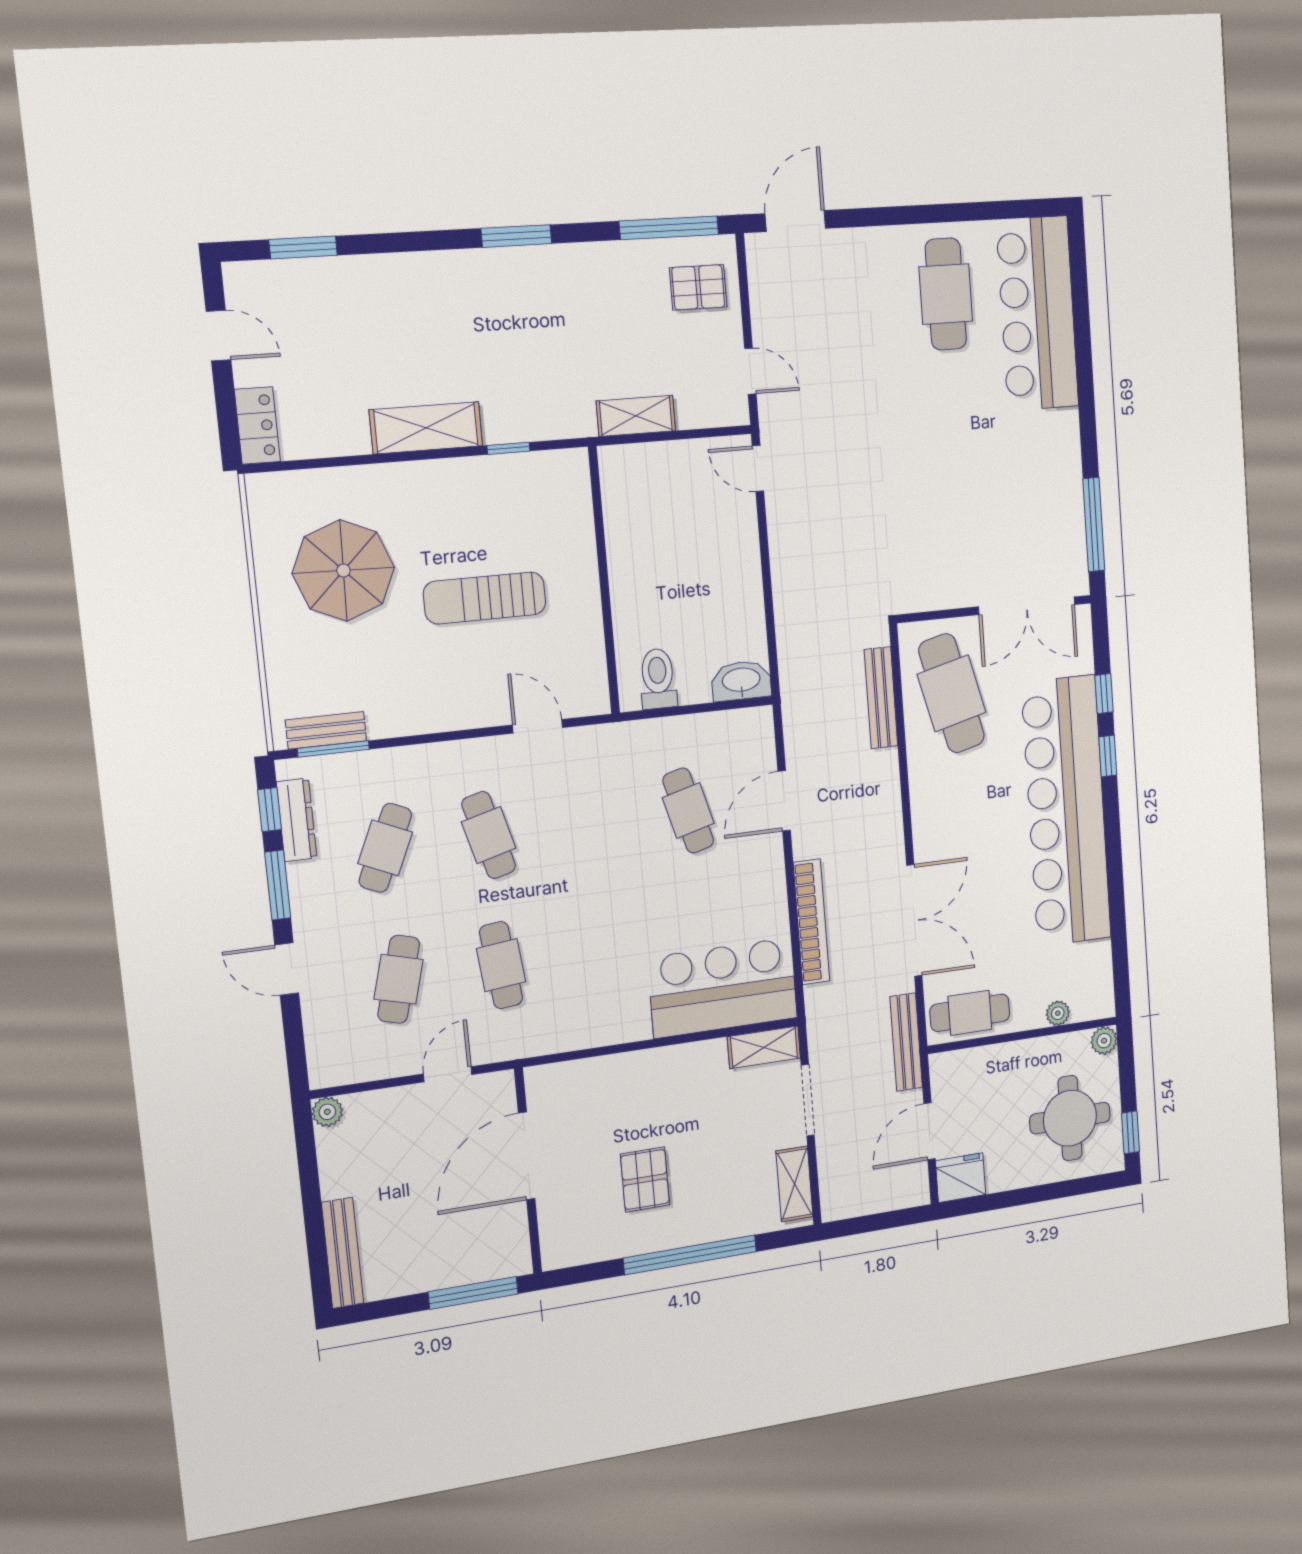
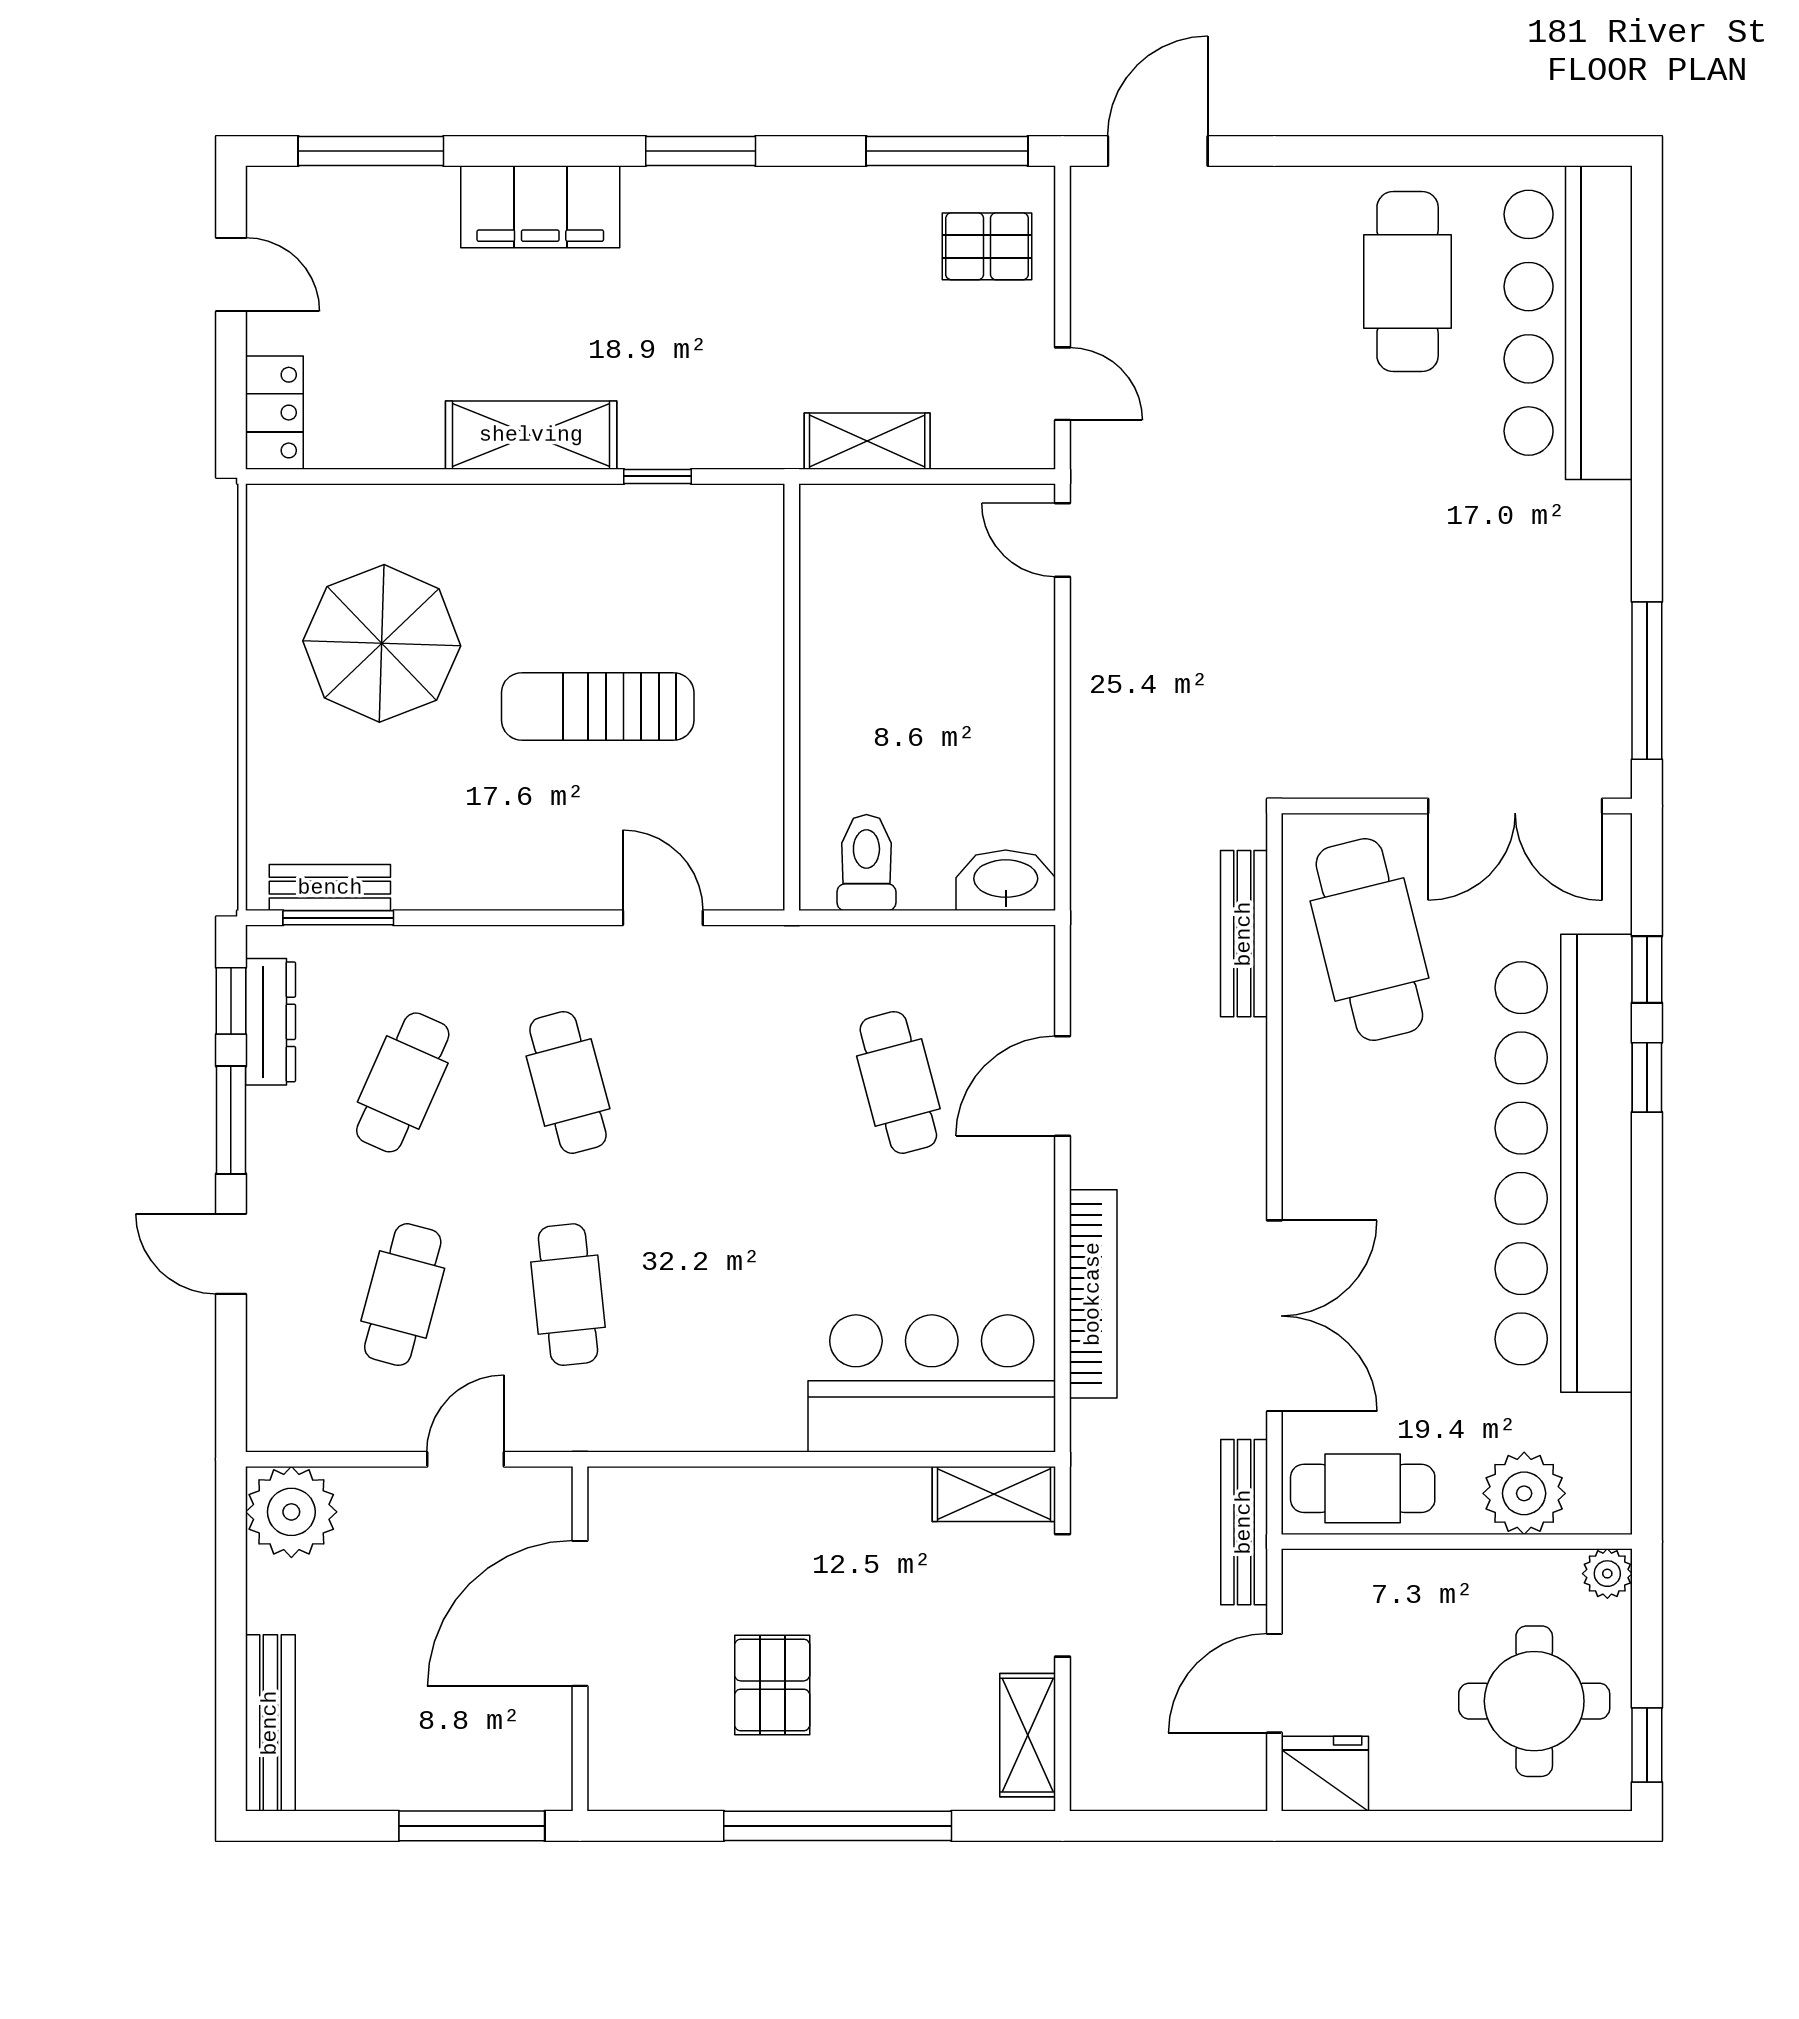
window: (303, 247) -> (371, 151), width x1.44
filing cabinet: (418, 278) -> (540, 207), added
plant: (1058, 1013) -> (1524, 1493), width x1.87, depth x1.87
plant: (327, 1112) -> (291, 1512), width x1.87, depth x1.87

